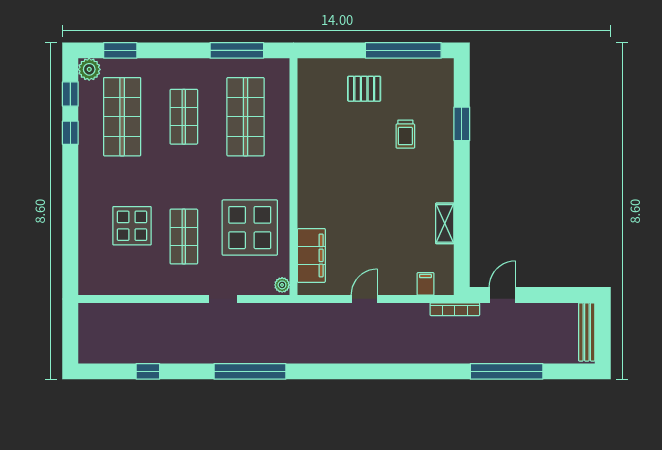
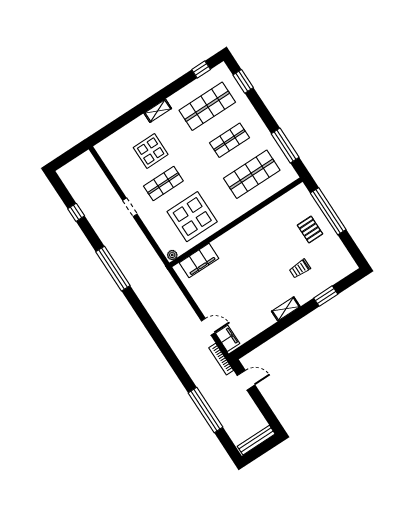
window: (403, 50) -> (328, 211), moved
plant: (89, 69) -> (221, 71), removed
window: (70, 133) -> (180, 83), removed
shelving: (87, 183) -> (158, 111), added
shelving: (445, 223) -> (286, 309), moved
filing cabinet: (425, 284) -> (228, 338), width x2.00
doorway: (223, 299) -> (130, 207), moved
door: (364, 299) -> (208, 327), moved

